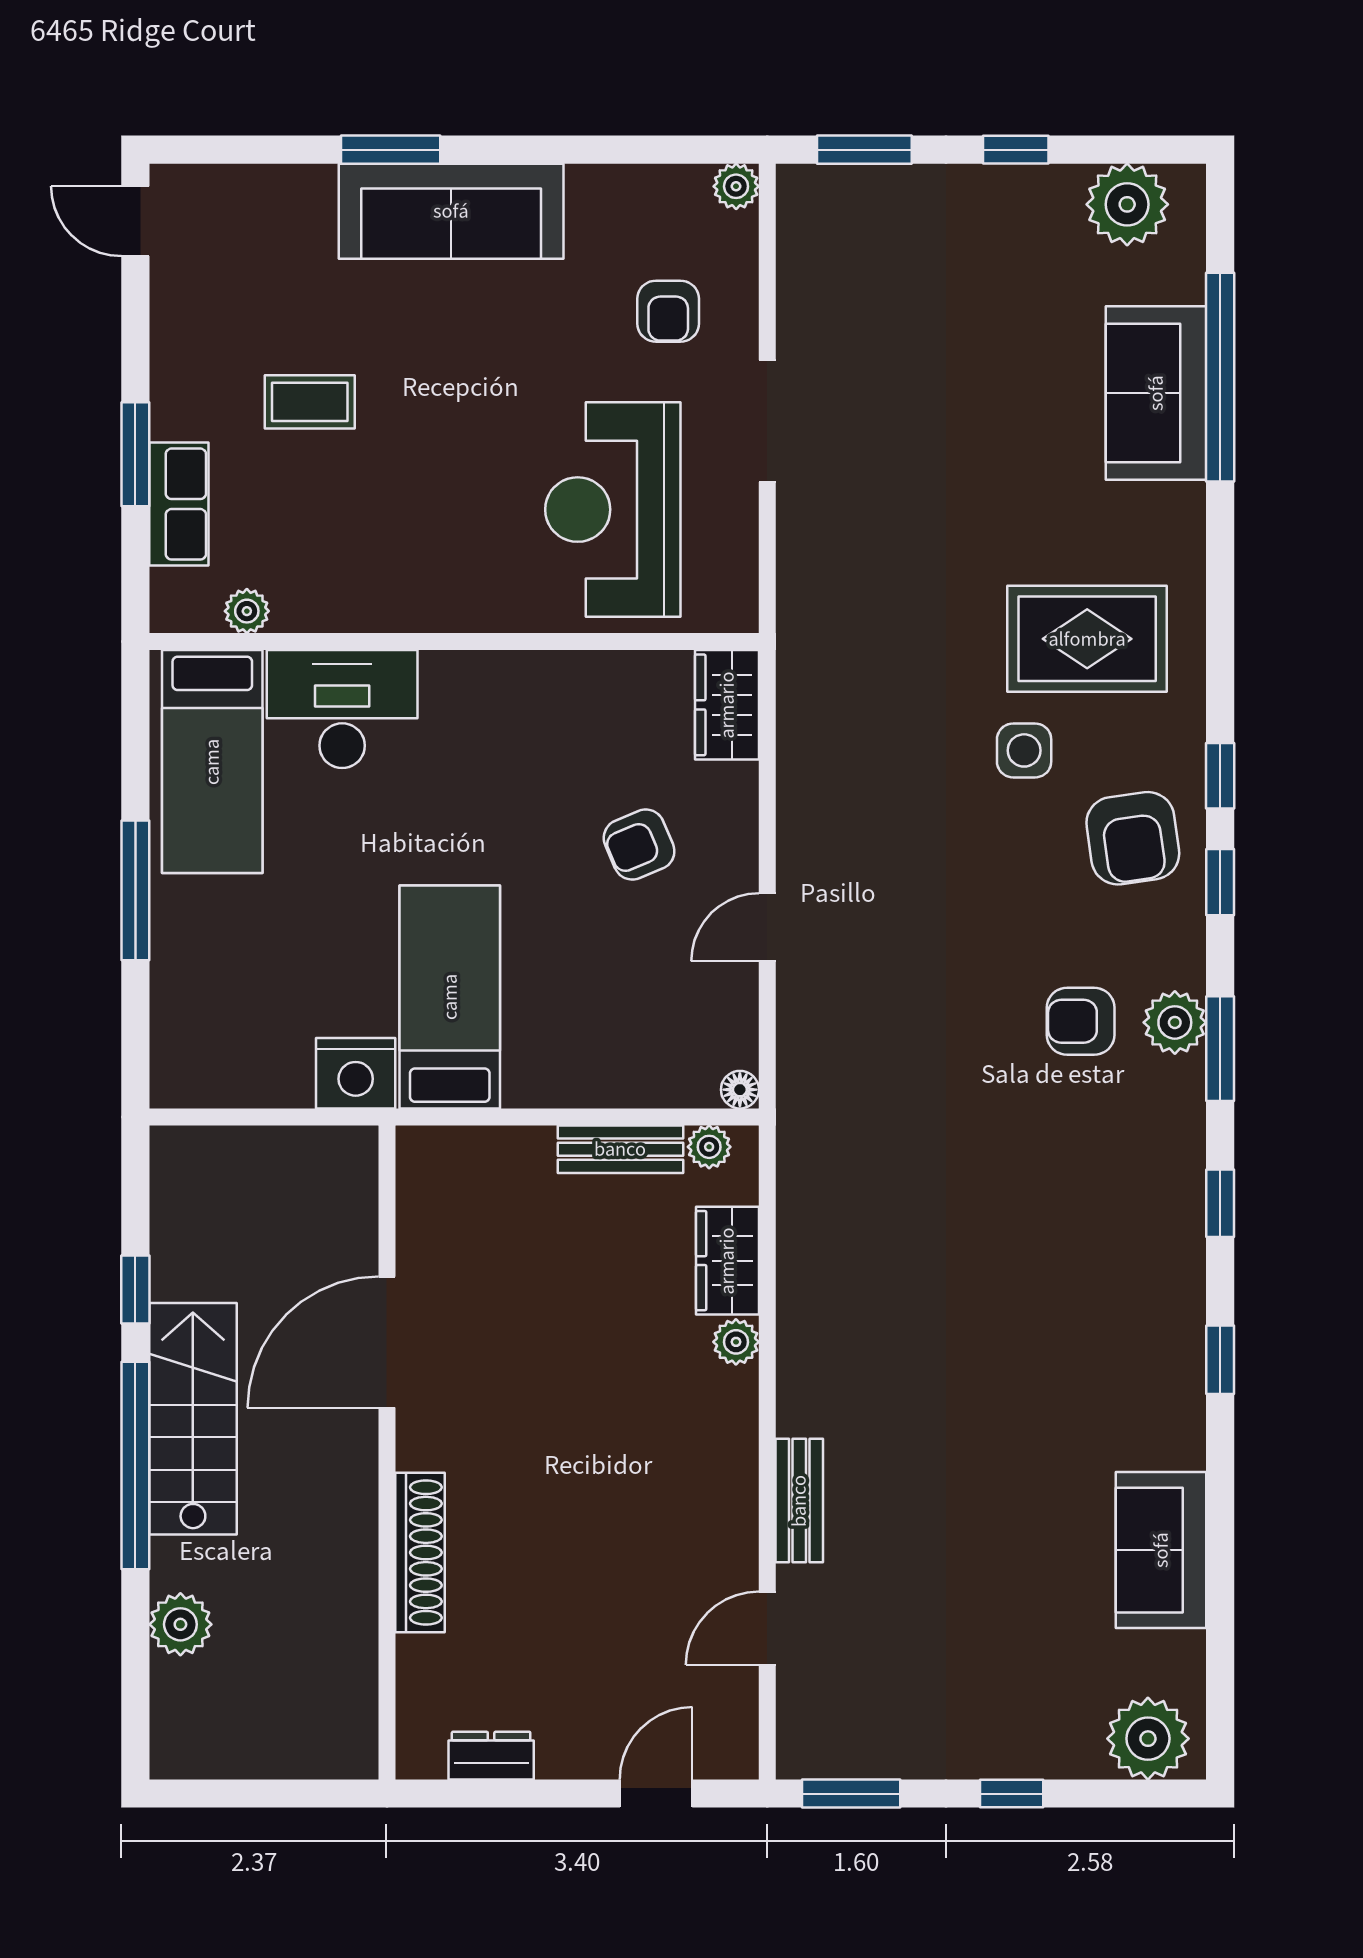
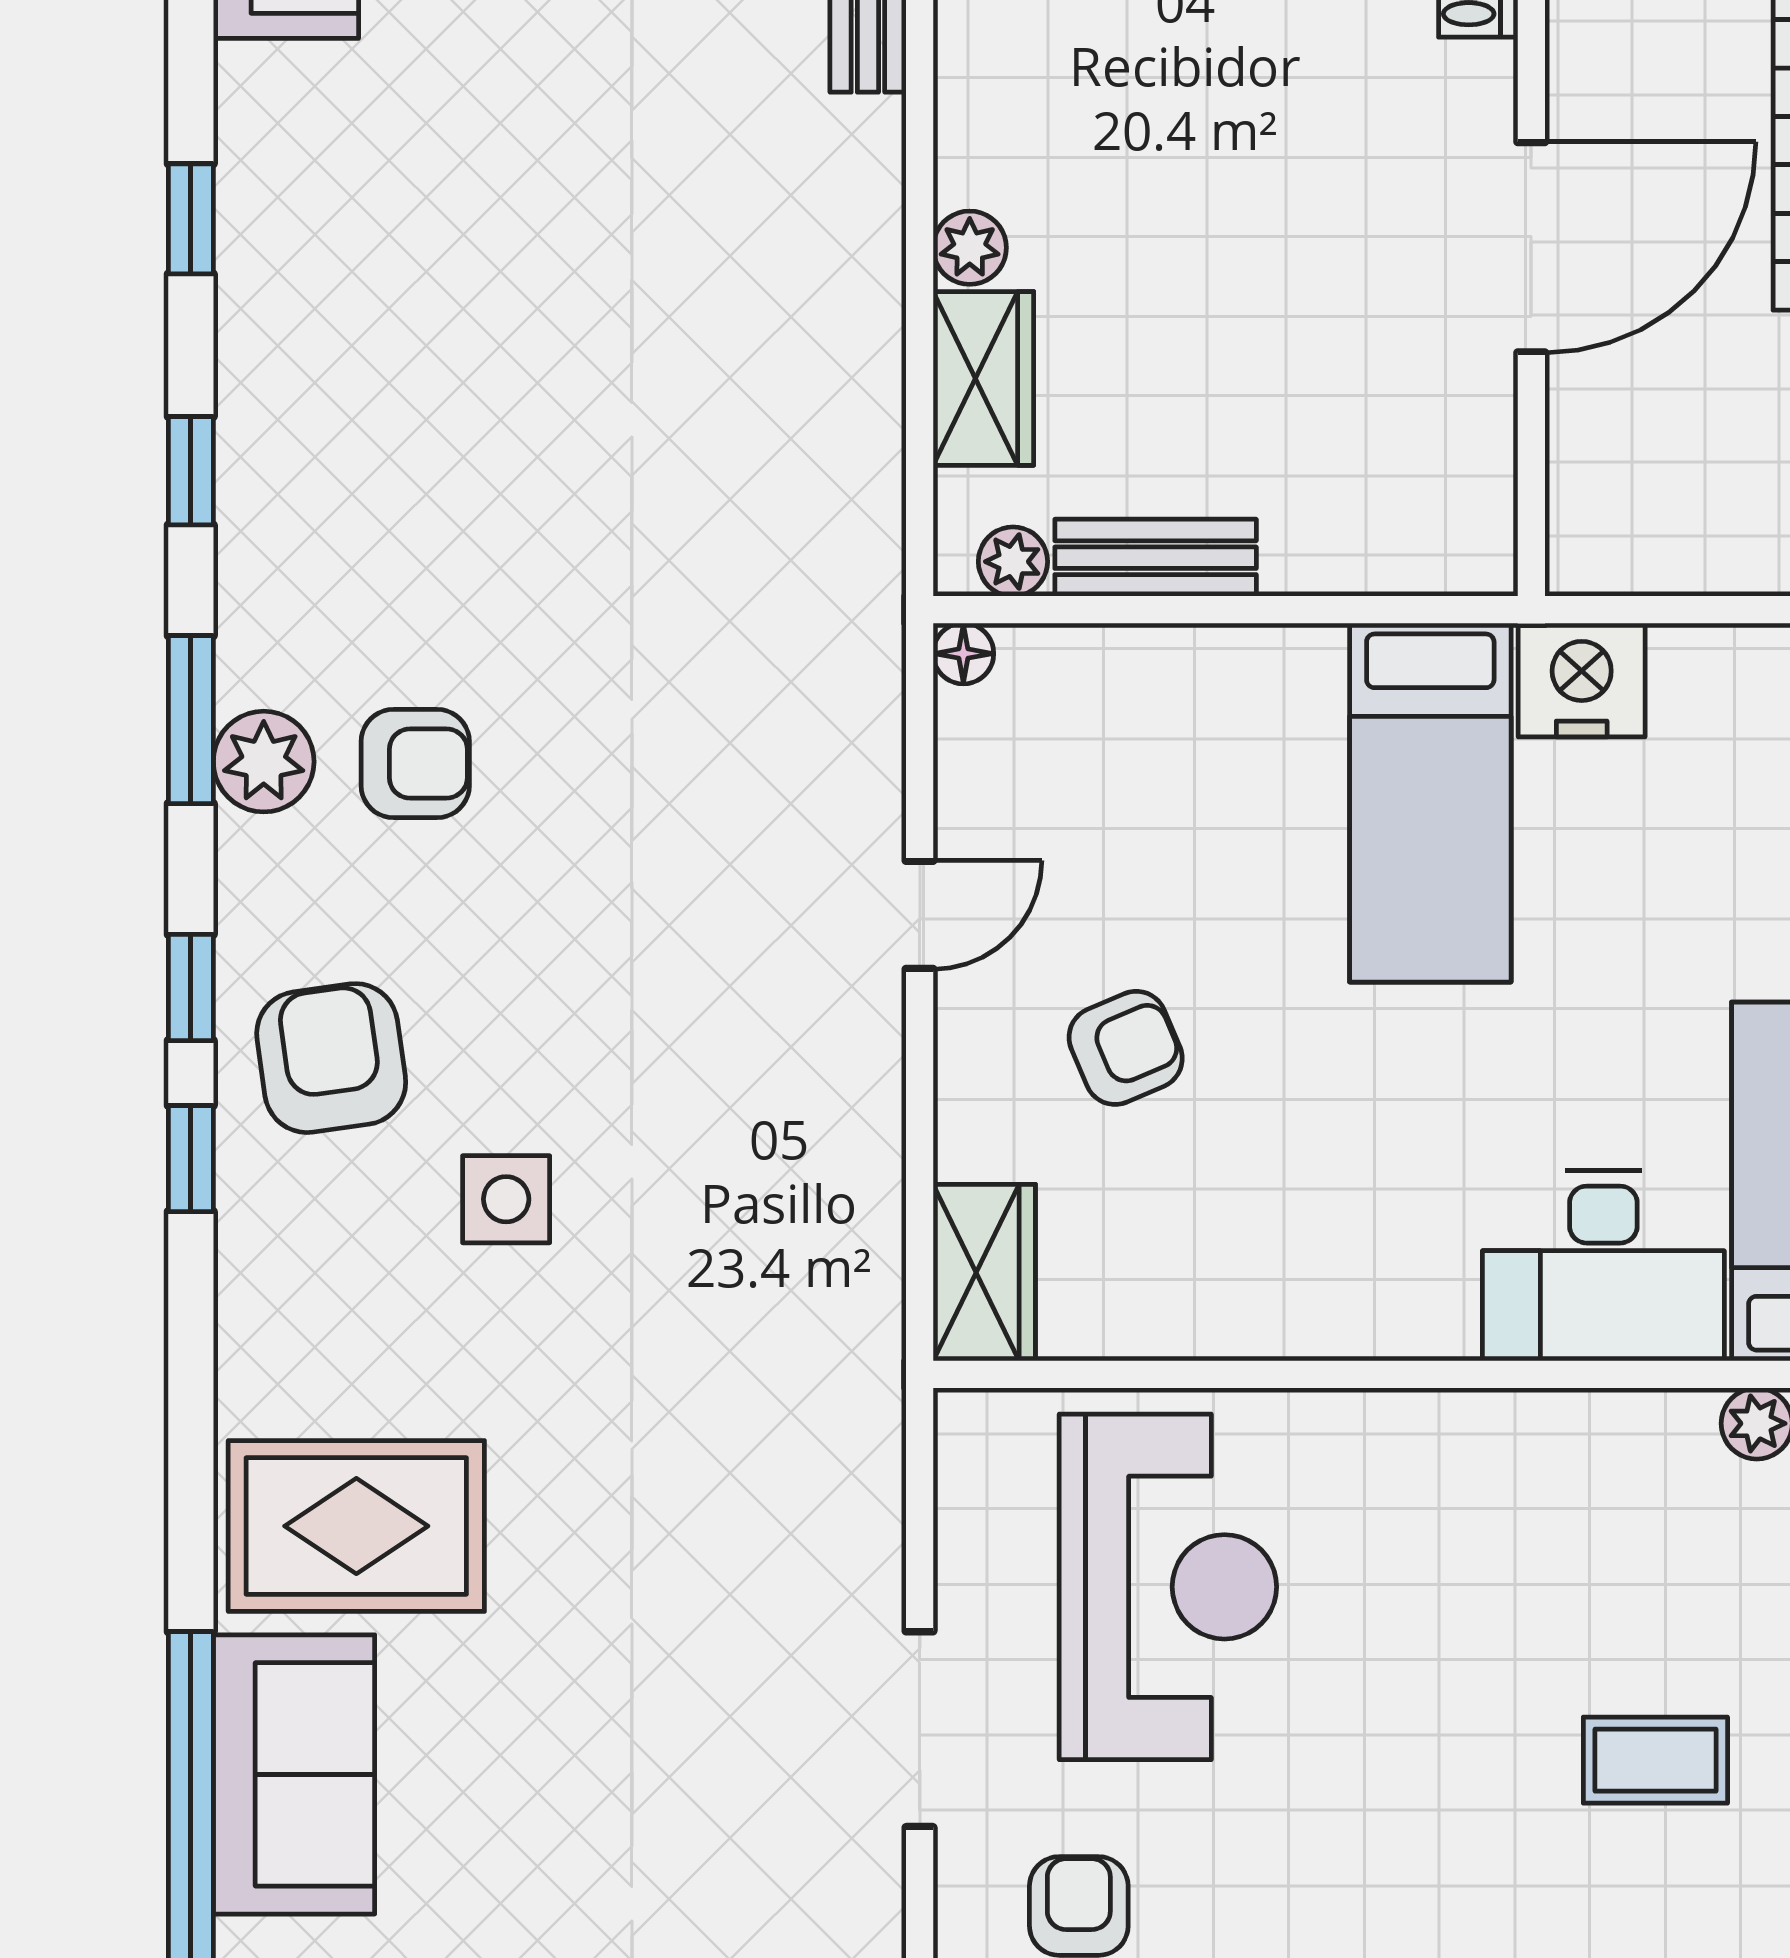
rug: (1087, 639) -> (356, 1526), moved

